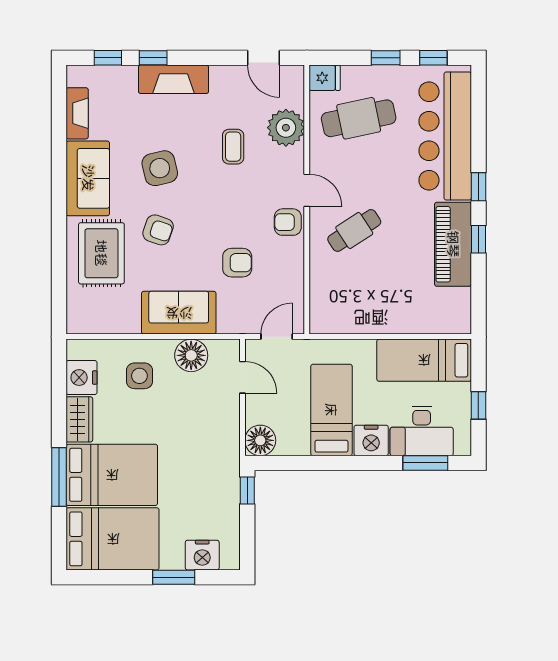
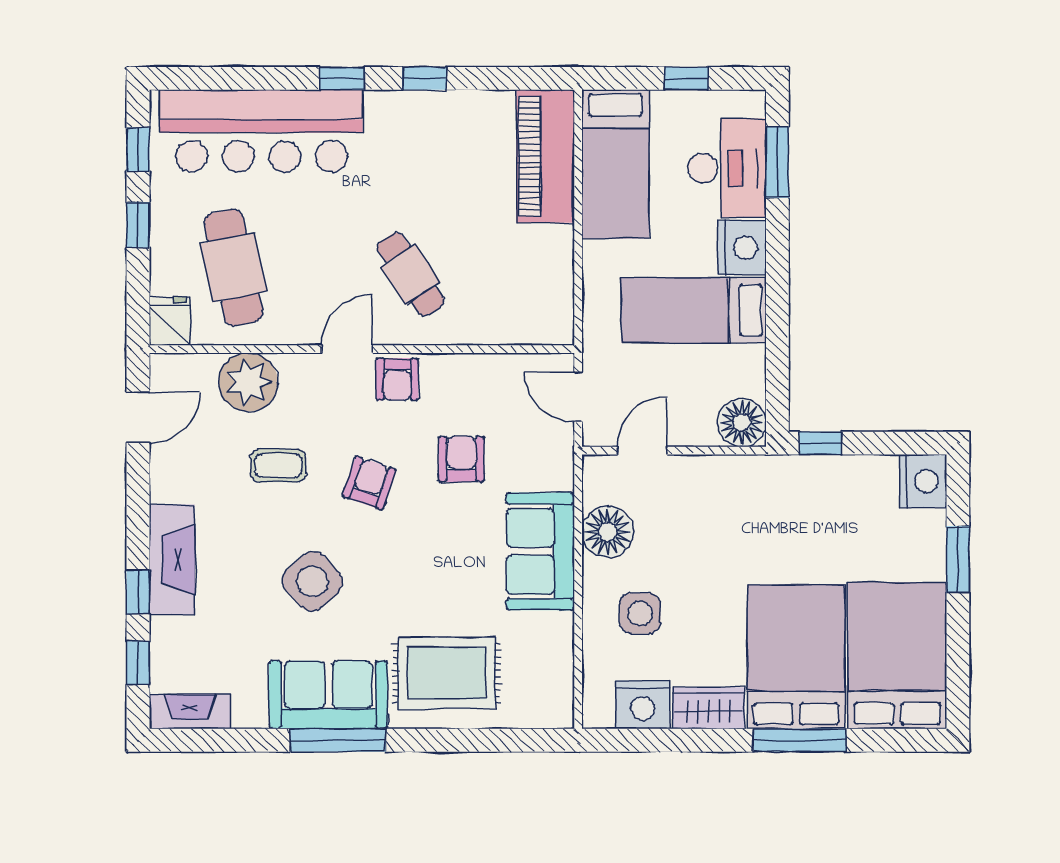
fireplace: (77, 113) -> (190, 712), moved
side table: (160, 168) -> (312, 581), turned -30
window: (59, 184) -> (338, 740), added
armchair: (158, 230) -> (369, 483), moved
piano: (453, 244) -> (545, 156), moved, turned 90
nightstand: (202, 555) -> (923, 481), moved

